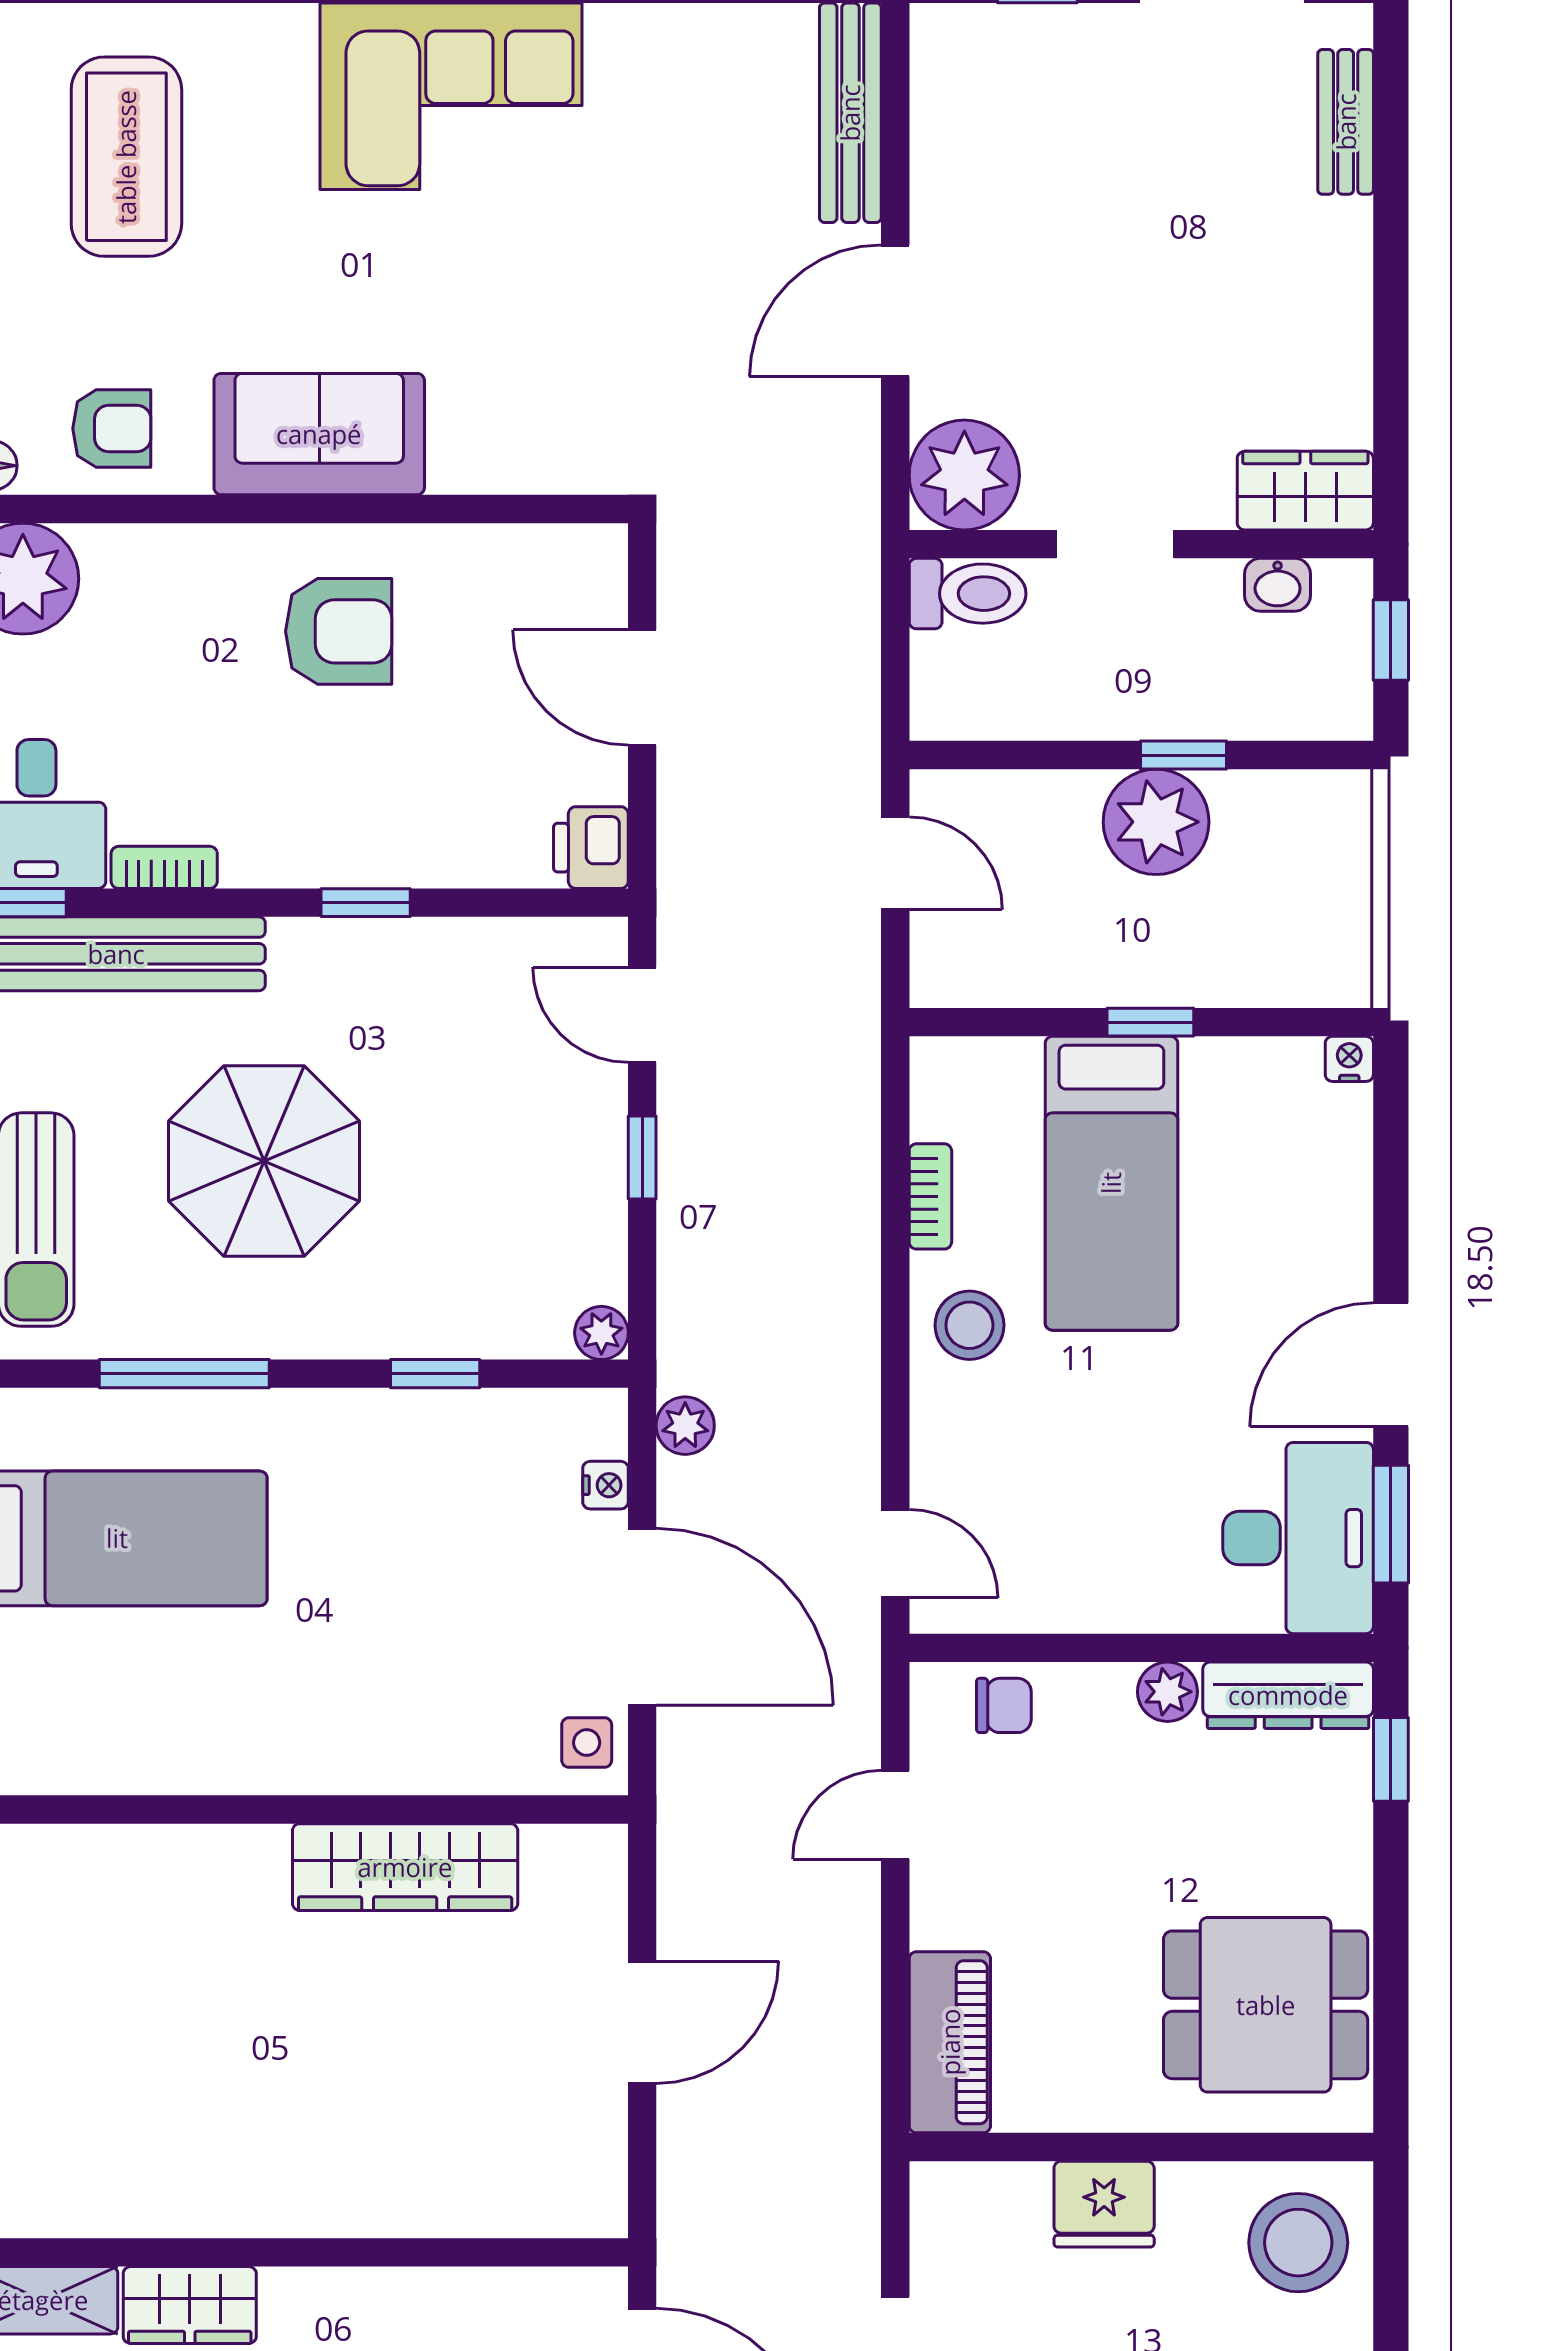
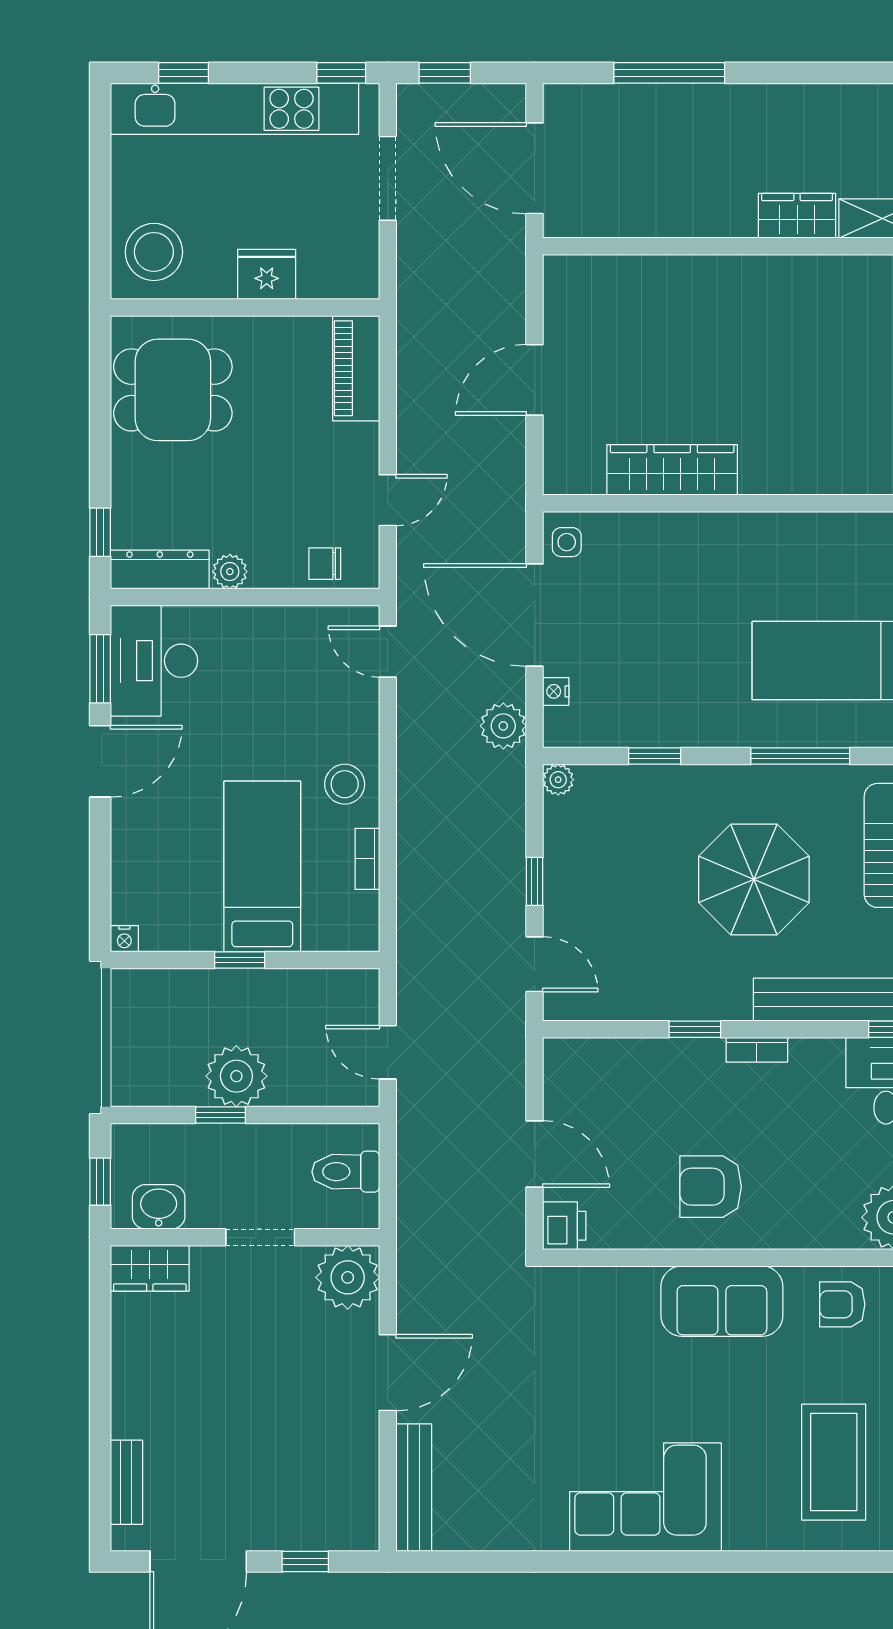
washbasin: (1278, 585) -> (159, 1207), width x1.38, depth x1.45
toilet: (968, 594) -> (346, 1172), moved
printer: (591, 848) -> (564, 1226), moved
bookcase: (164, 867) -> (757, 1050), moved
plant: (685, 1426) -> (503, 726), width x1.38, depth x1.38

